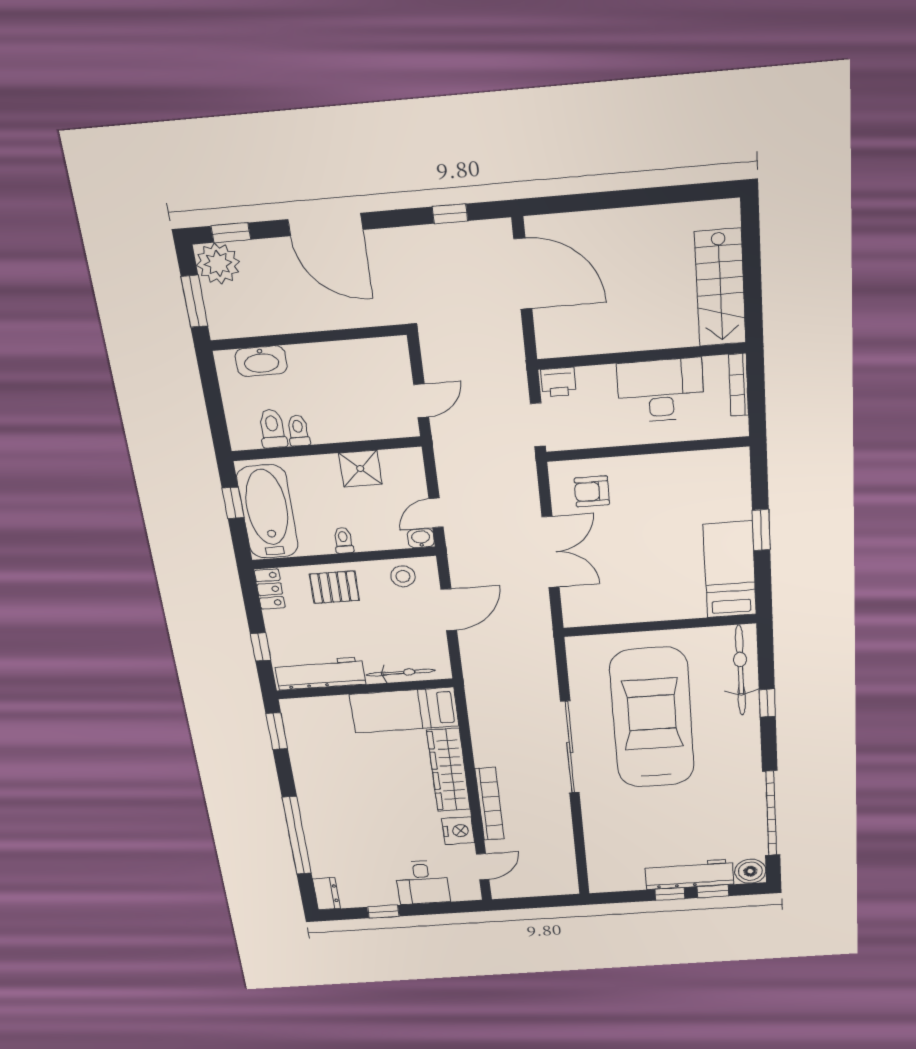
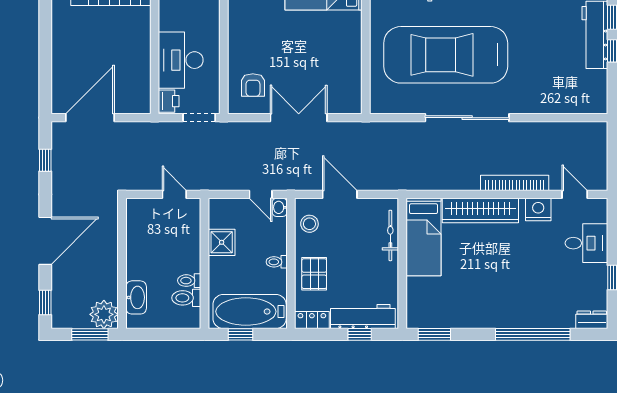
plant: (218, 264) -> (104, 314), moved
desk: (661, 390) -> (181, 60), moved
workbench: (320, 674) -> (363, 317), moved, turned 90

